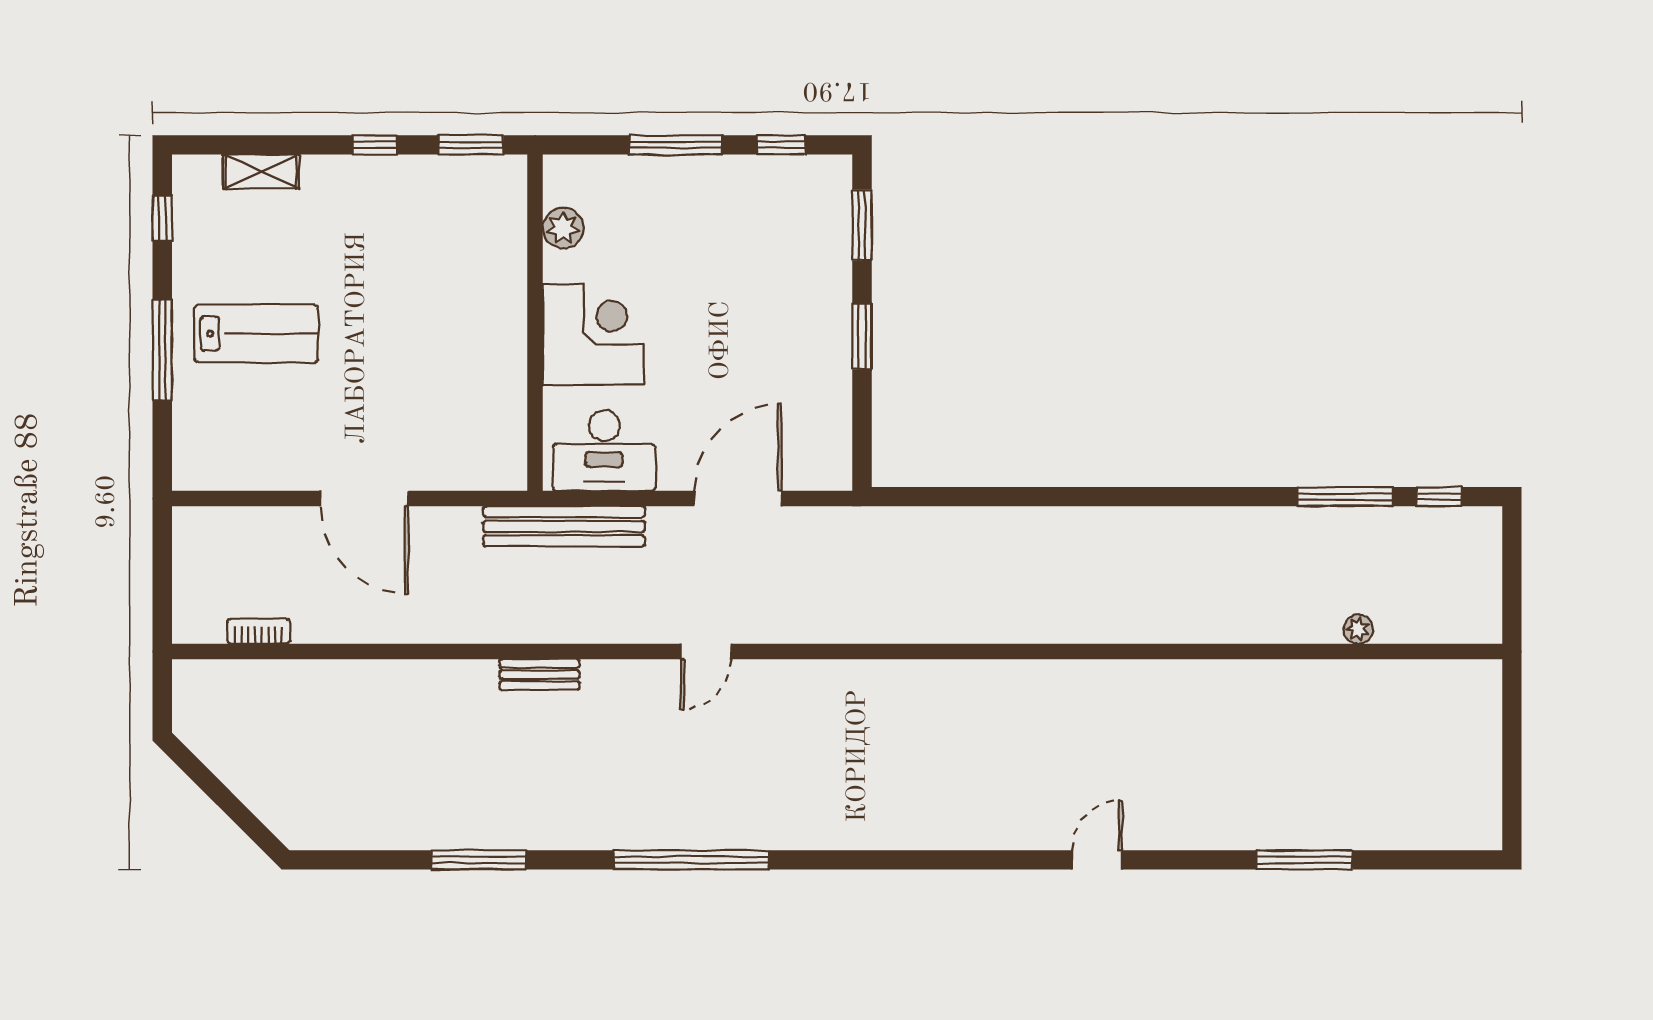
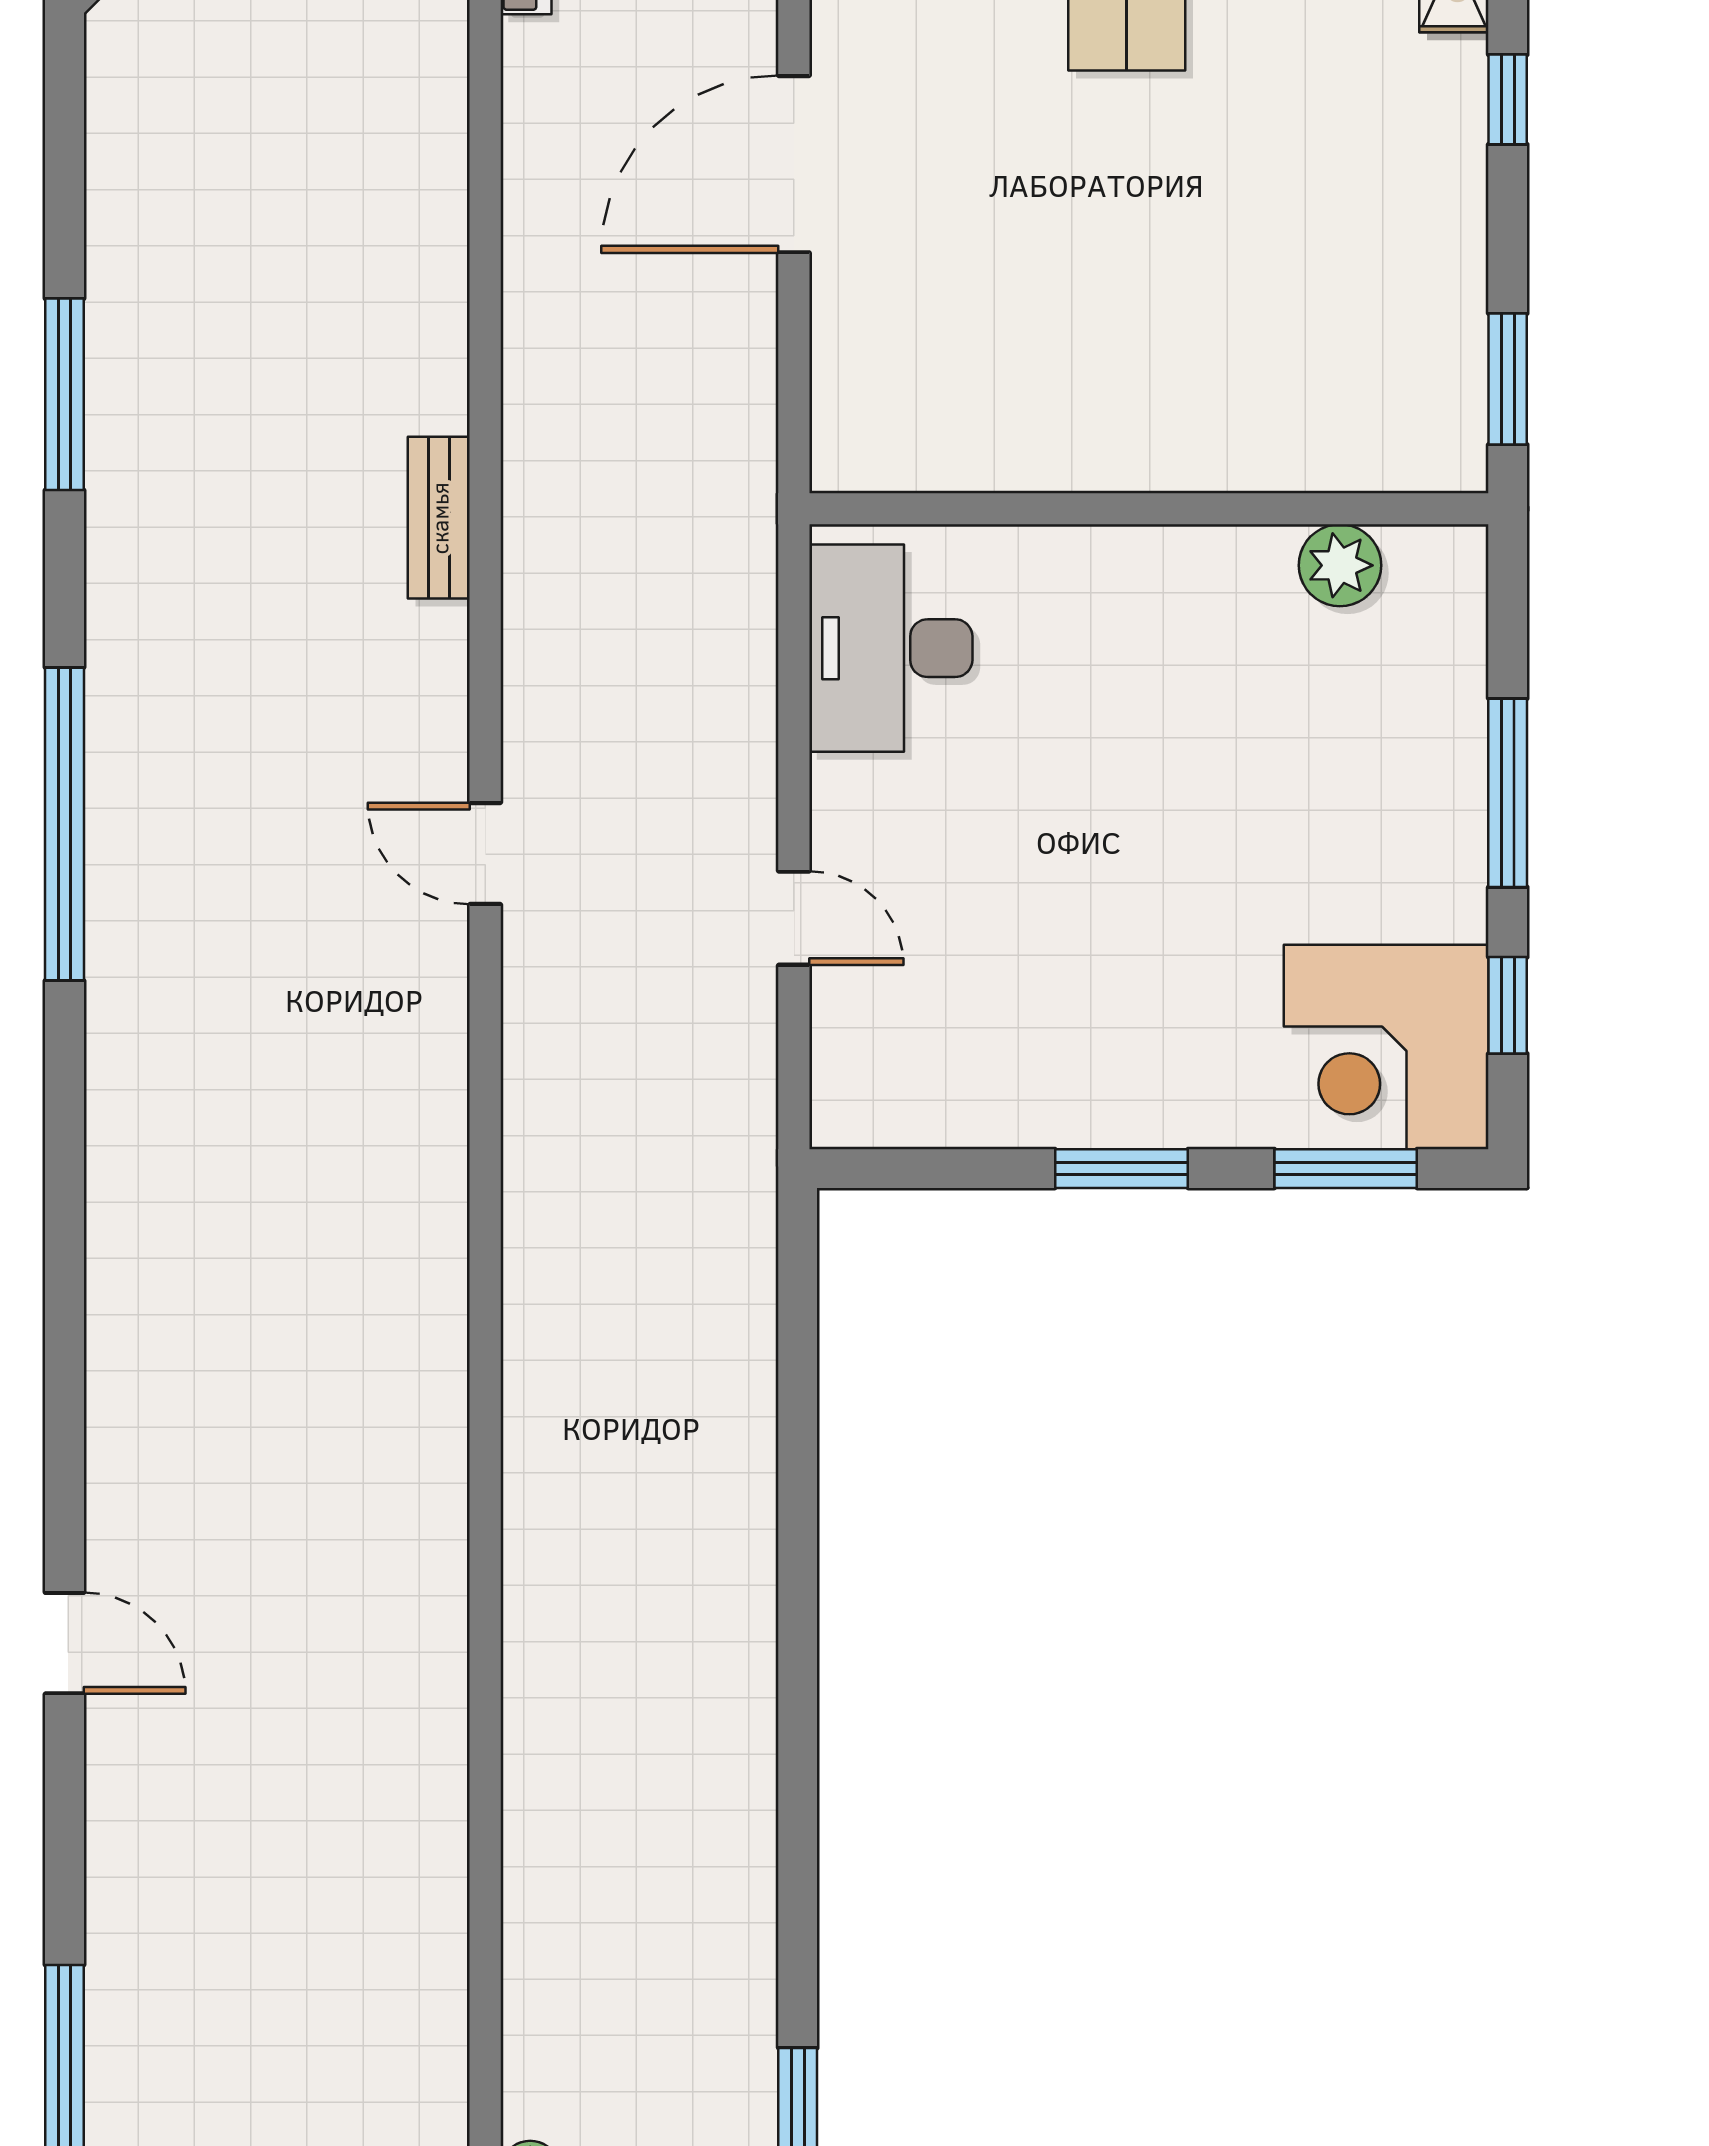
window: (375, 145) -> (1508, 99), moved
corner desk: (593, 334) -> (1386, 1047), moved, turned 90
door: (738, 499) -> (794, 918), width x0.53
bench: (564, 526) -> (738, 567), removed

